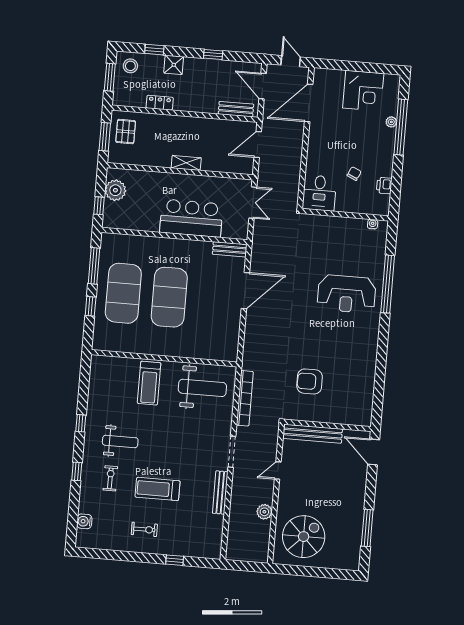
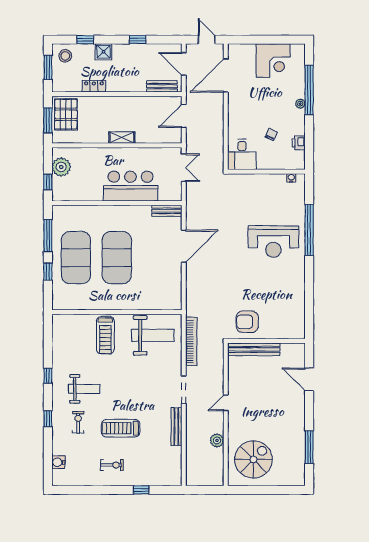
plant: (391, 122) -> (300, 104), moved
pallet: (126, 132) -> (66, 114), width x1.50, depth x1.42
wall: (328, 425) -> (266, 341), moved
bench: (313, 434) -> (254, 349), moved

